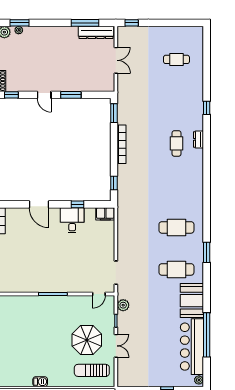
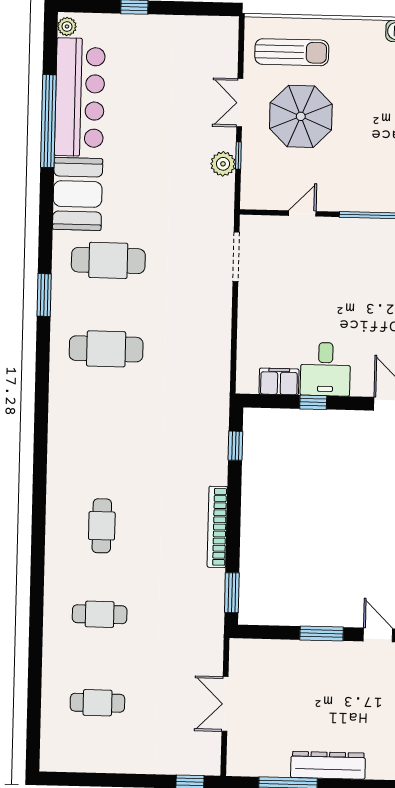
dresser: (96, 32) -> (328, 765), moved
cafe table: (176, 101) -> (100, 614), added
window: (207, 108) -> (37, 599), removed
dresser: (198, 139) -> (55, 533), removed
filing cabinet: (105, 214) -> (279, 381), moved
door: (99, 294) -> (302, 213), moved
plant: (123, 305) -> (223, 164), moved

